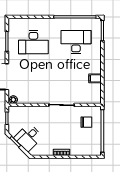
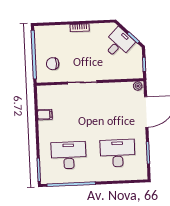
desk: (76, 42) -> (69, 155), turned 180

